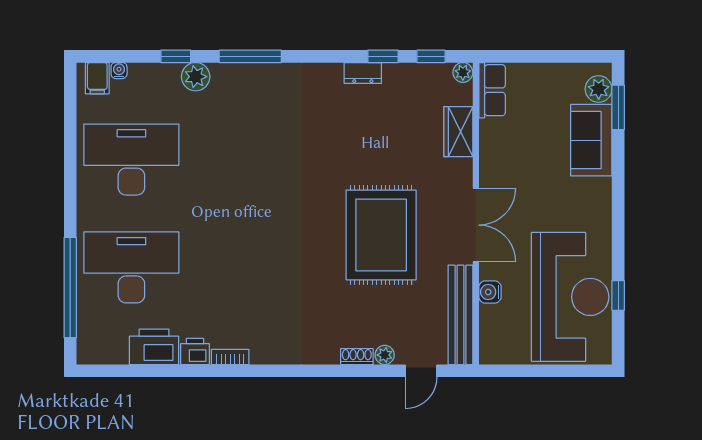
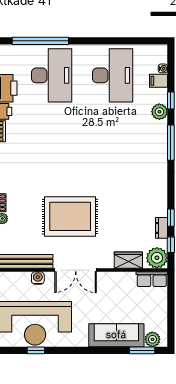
plant: (463, 72) -> (157, 258), width x1.88, depth x1.88
dresser: (363, 73) -> (162, 228), moved
filing cabinet: (97, 78) -> (159, 81), moved
sofa: (591, 140) -> (116, 335), width x1.36

